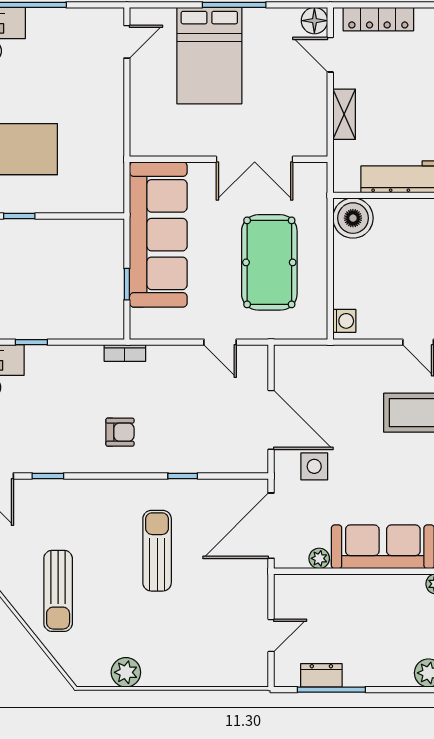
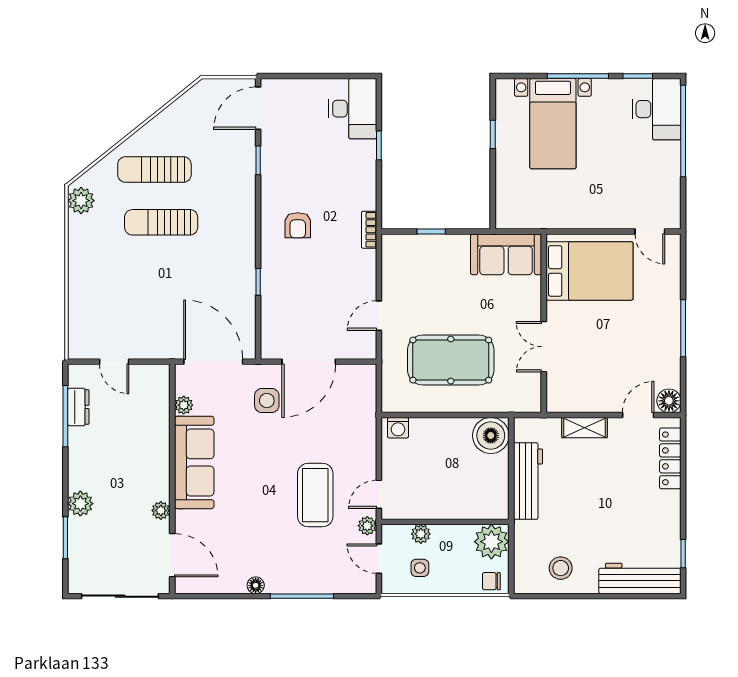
bed: (209, 56) -> (590, 271), moved, turned 180
double door: (255, 159) -> (544, 347), width x0.73
sofa: (158, 235) -> (506, 254), width x0.54, depth x0.79
sun lounger: (157, 551) -> (161, 222), moved, turned 180
plant: (126, 672) -> (81, 201), moved

